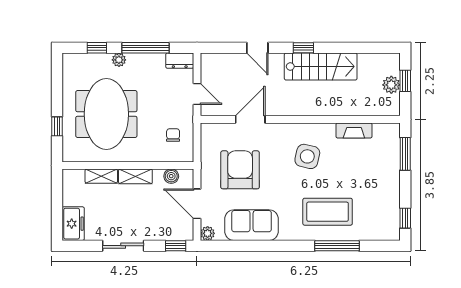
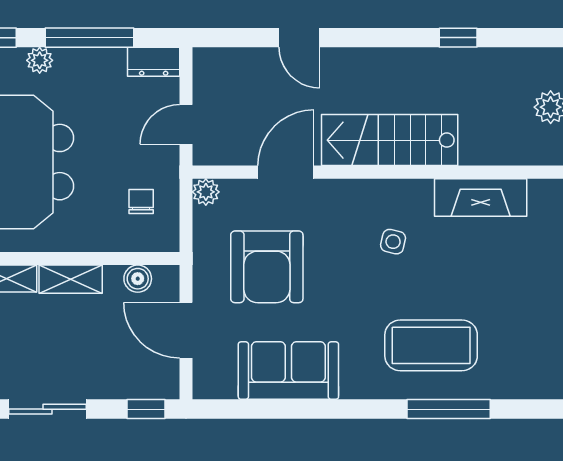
window: (303, 48) -> (458, 38), moved
stairs: (321, 66) -> (390, 140), moved, turned 180
door: (197, 94) -> (186, 124), swing flipped
fireplace: (354, 130) -> (481, 197), width x1.37, depth x1.32
side table: (307, 156) -> (393, 242), width x0.54, depth x0.54
armchair: (240, 170) -> (267, 267), turned 180
plant: (208, 233) -> (206, 192), moved

